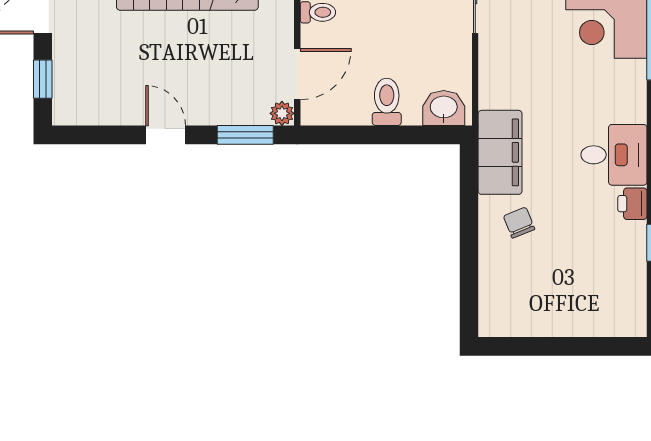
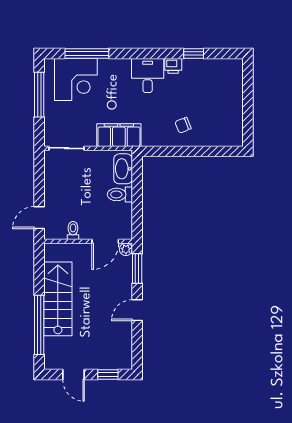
door: (297, 74) -> (105, 241), swing flipped
washbasin: (444, 108) -> (123, 169), width x1.38
filing cabinet: (500, 152) -> (119, 135), moved

